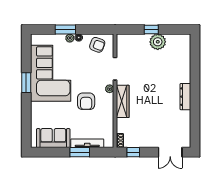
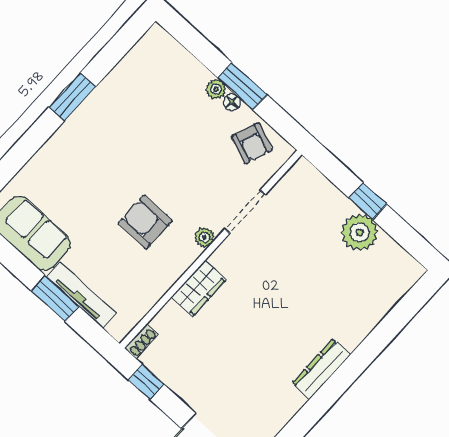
window: (65, 29) -> (242, 86), moved
corner sofa: (51, 73) -> (128, 119), removed
armchair: (86, 101) -> (145, 222), turned 90
wardrobe: (123, 101) -> (199, 288), width x0.67

